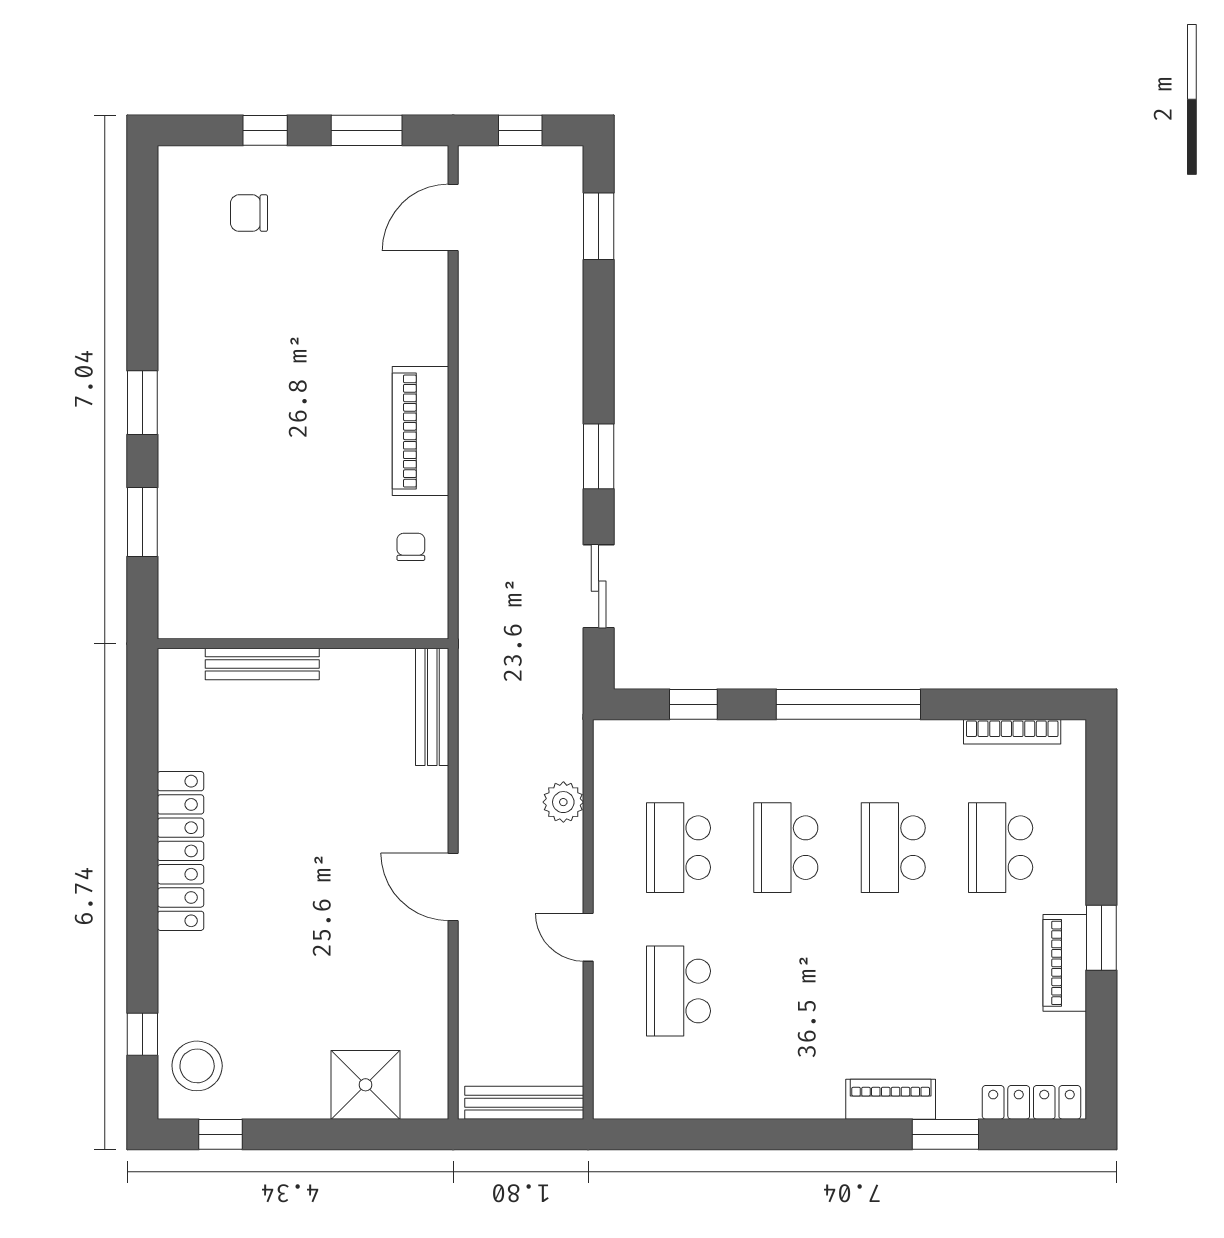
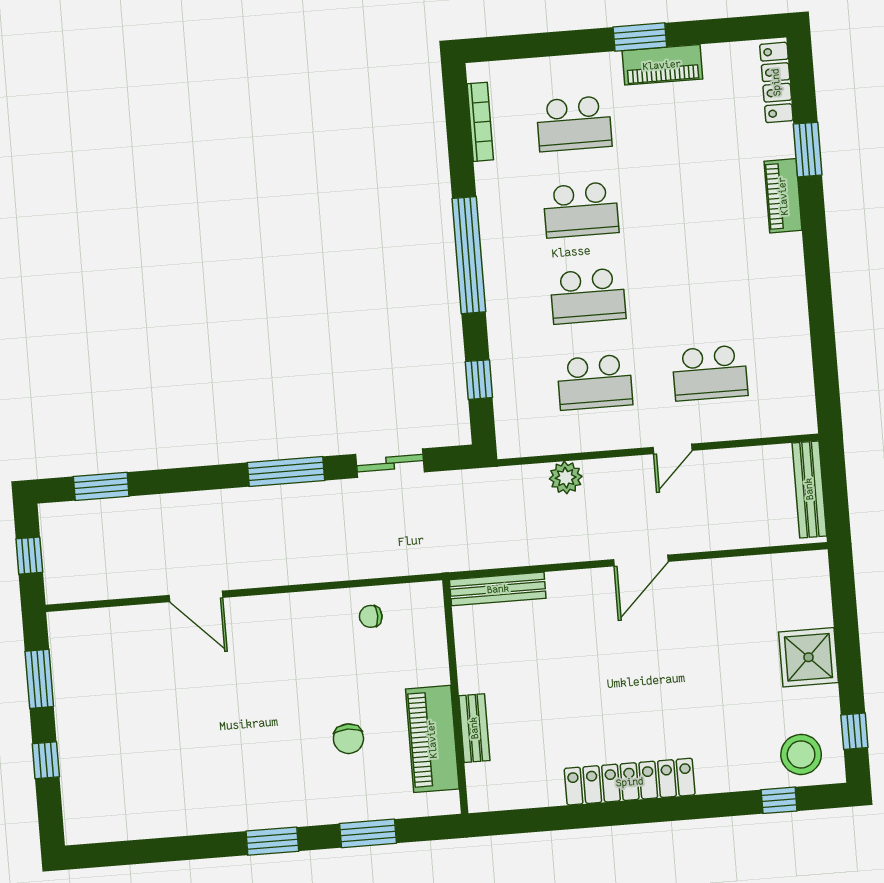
chair: (249, 213) -> (348, 739), moved
door: (453, 218) -> (196, 596), moved
piano: (421, 431) -> (432, 739), moved, turned 90
window: (599, 456) -> (286, 472), width x1.44
bench: (262, 664) -> (474, 728), width x0.73
shower: (366, 1085) -> (808, 657), moved

